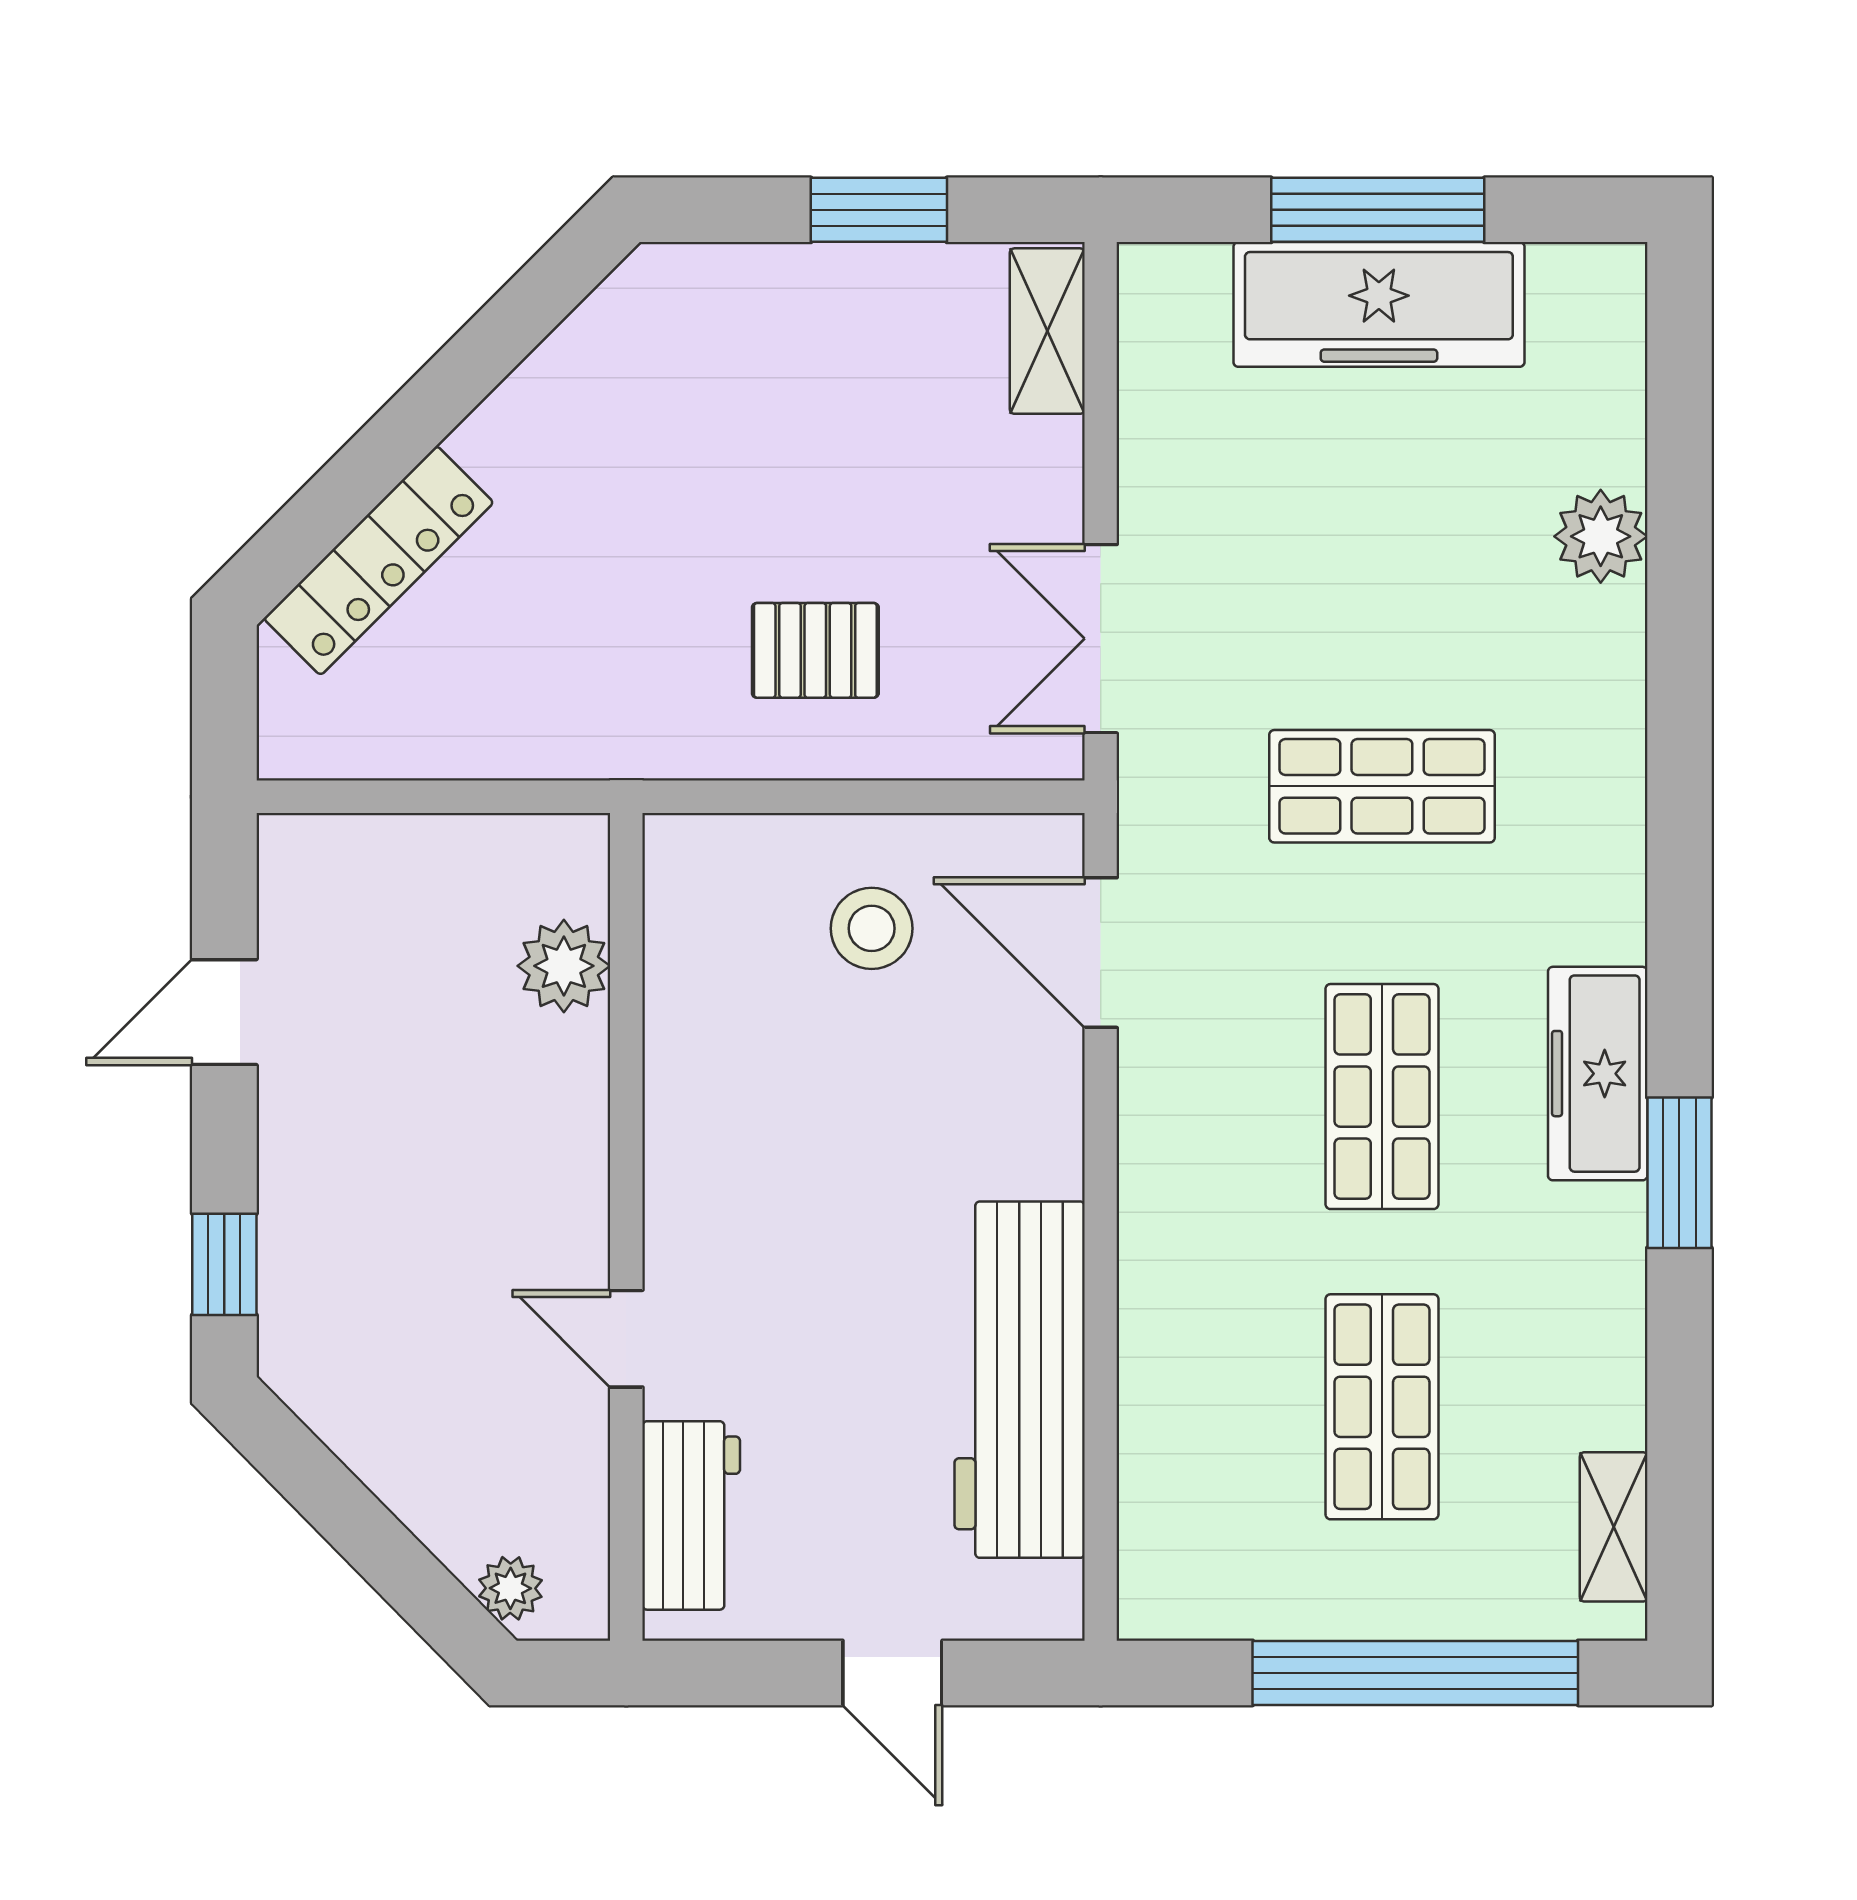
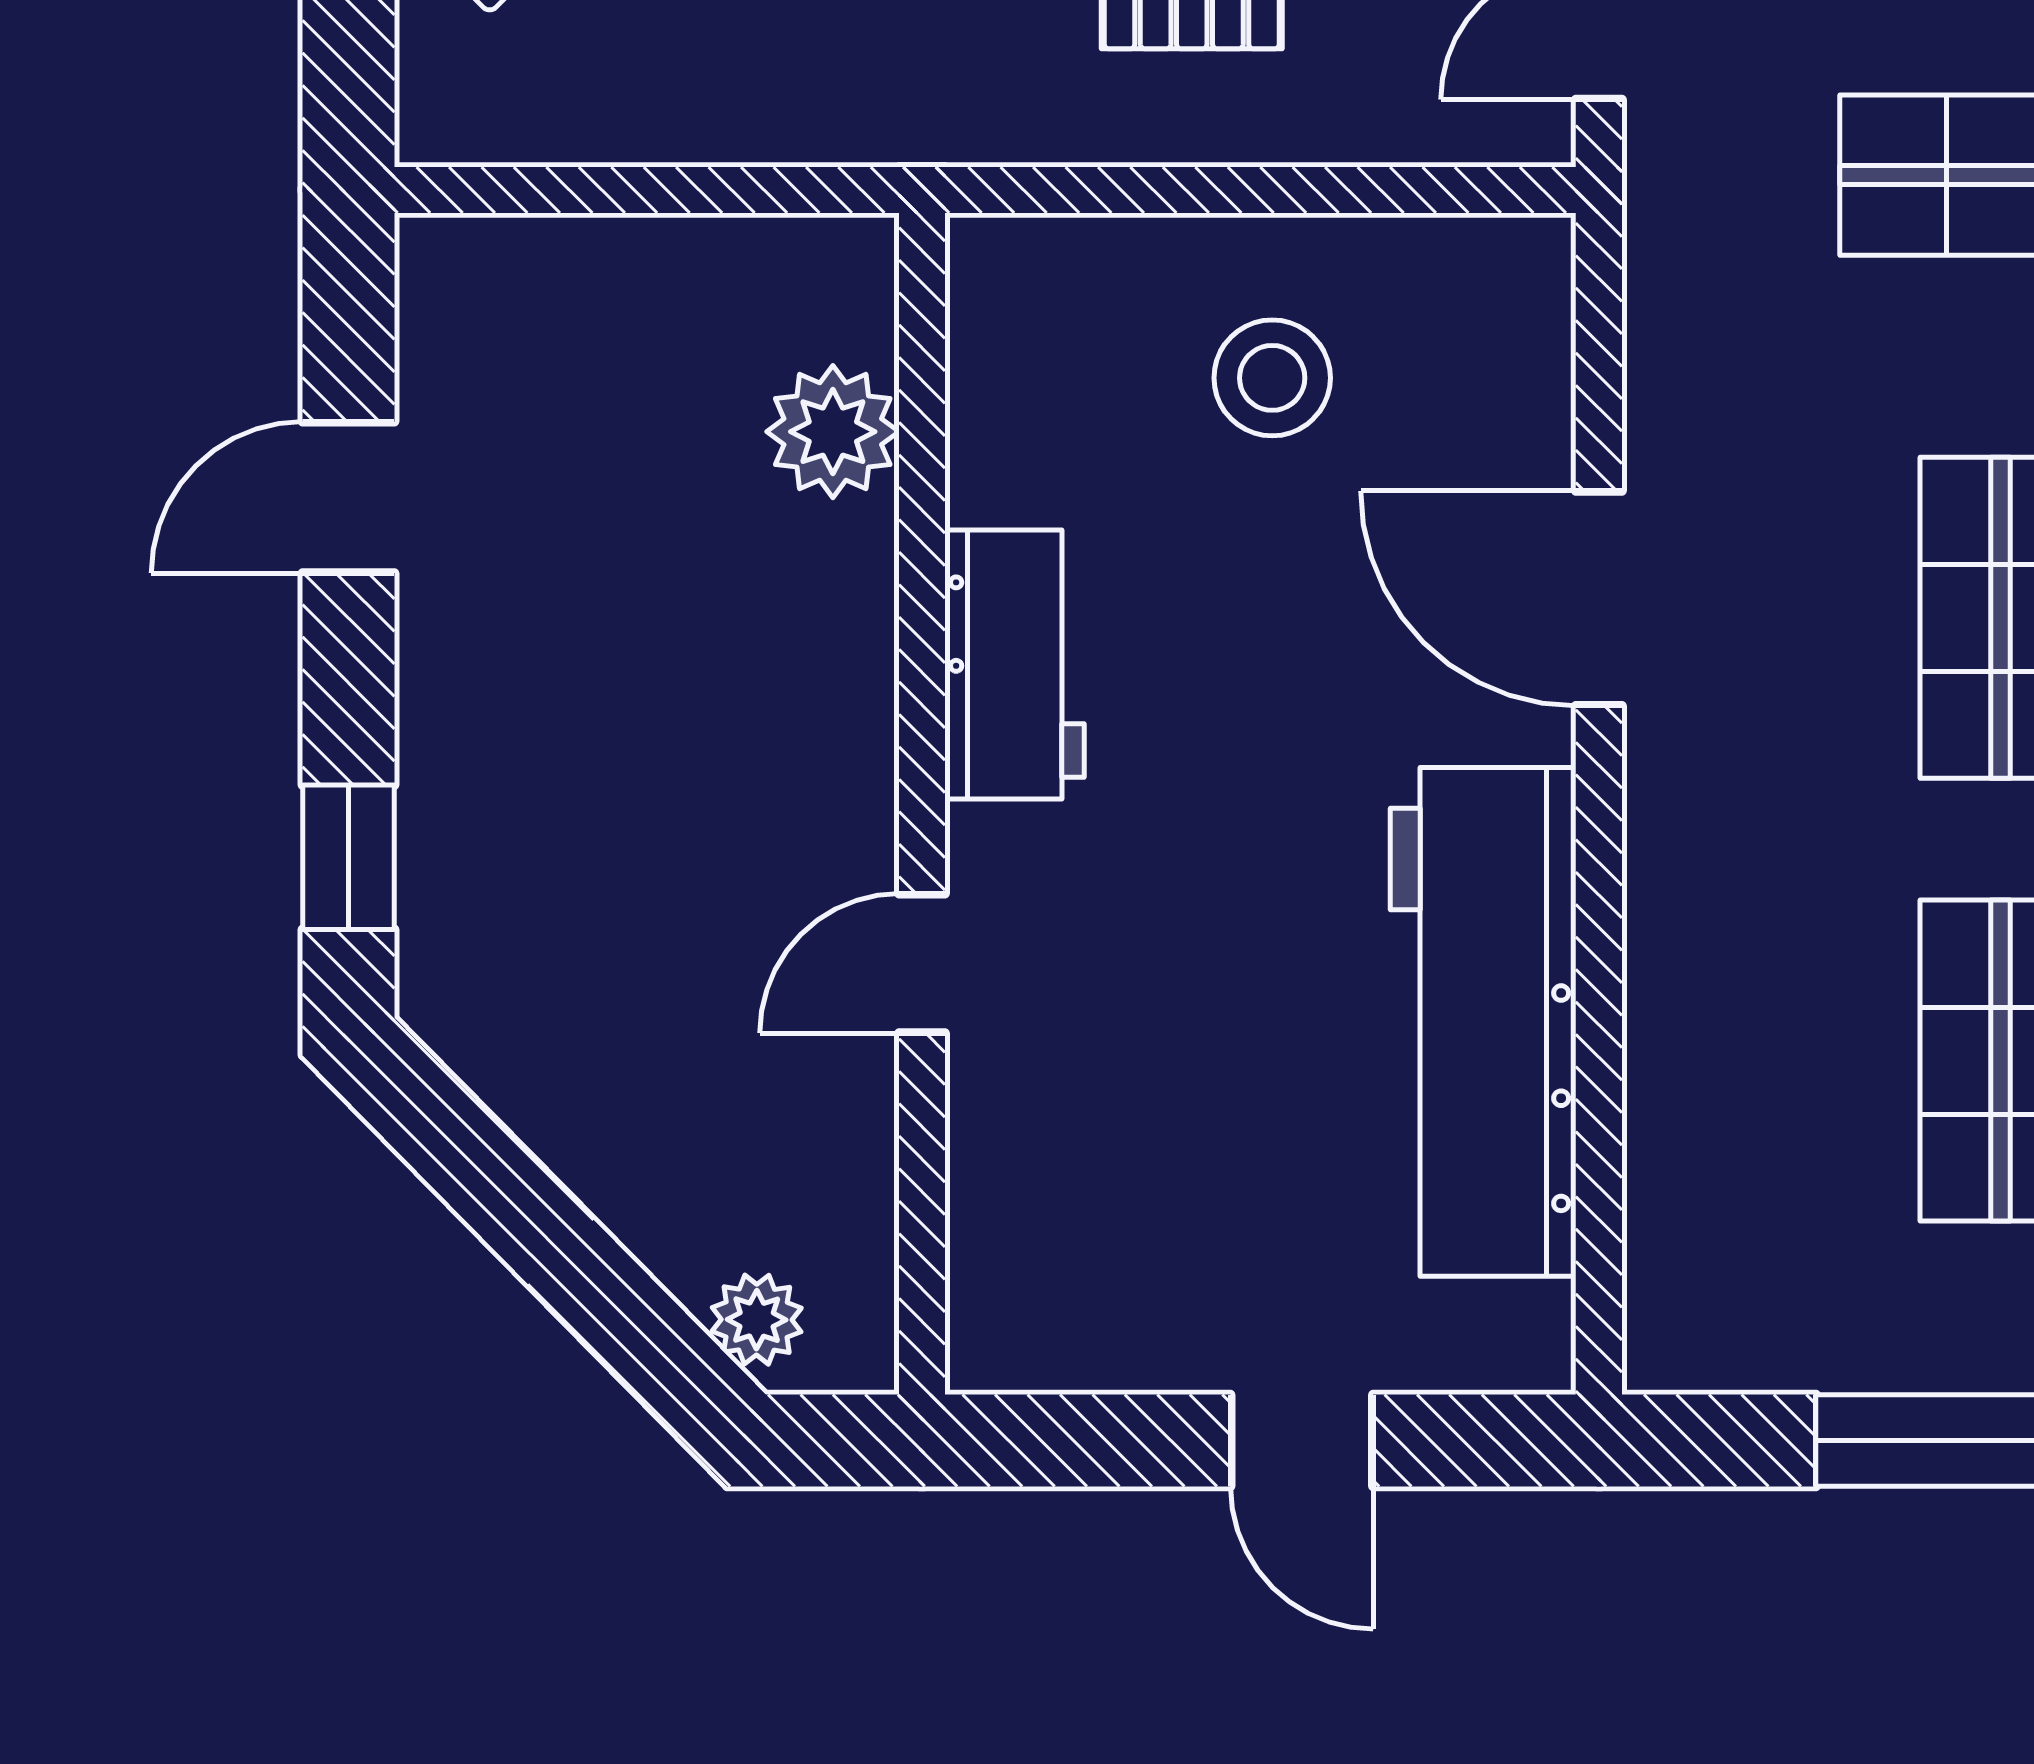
door: (1101, 953) -> (1599, 598), moved
door: (626, 1339) -> (922, 963), hinge flipped
workbench: (691, 1515) -> (1015, 664), moved

